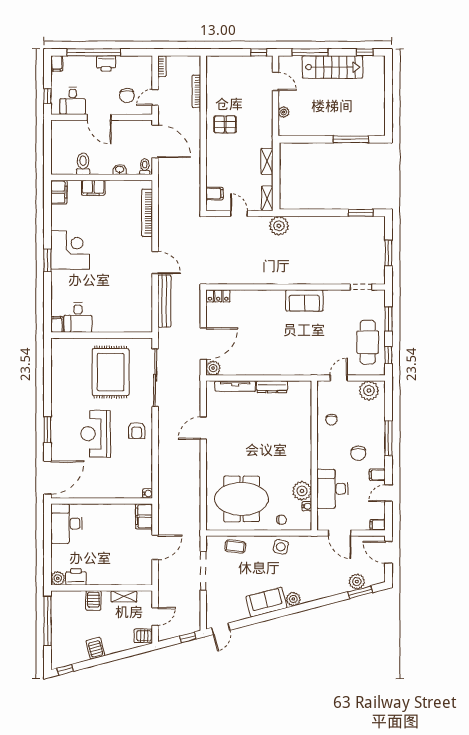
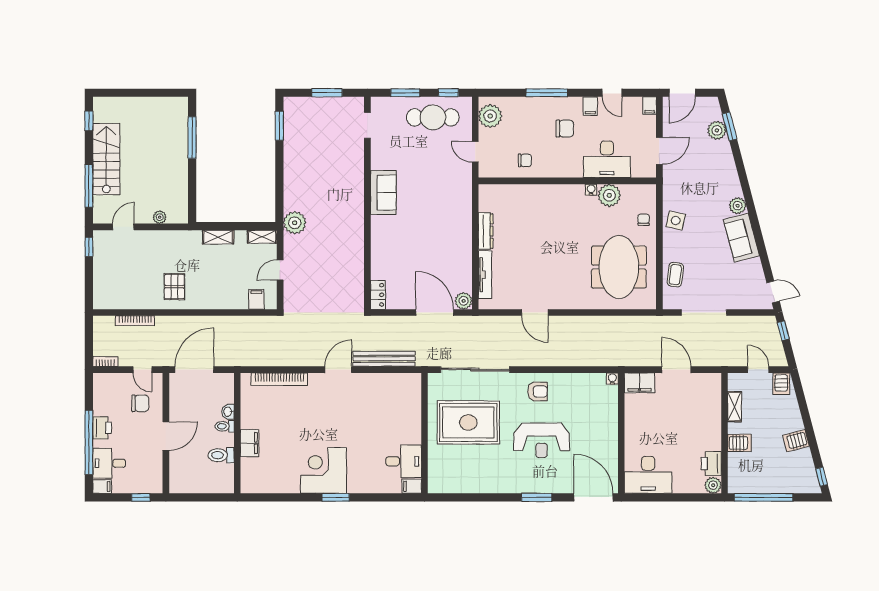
desk: (73, 101) -> (109, 463), moved, turned 180
toilet: (145, 167) -> (225, 426), moved
filing cabinet: (59, 192) -> (255, 484), removed
water cooler: (307, 506) -> (591, 190), moved

